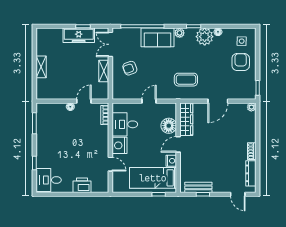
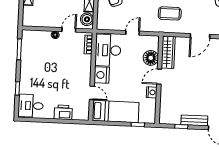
boiler: (102, 89) -> (87, 19), added
desk: (125, 124) -> (108, 50), width x1.37
bed: (153, 178) -> (116, 112), moved, turned 180
bench: (198, 187) -> (194, 120), moved

